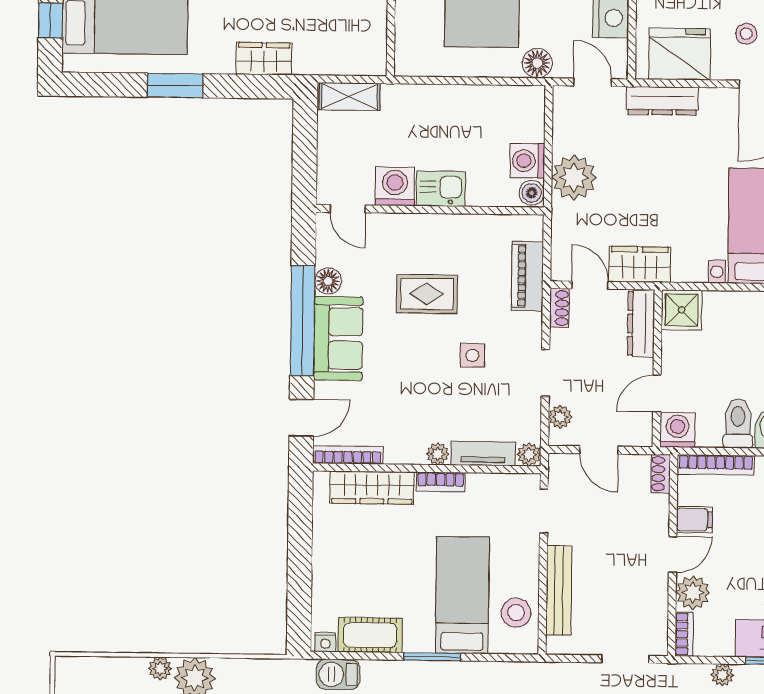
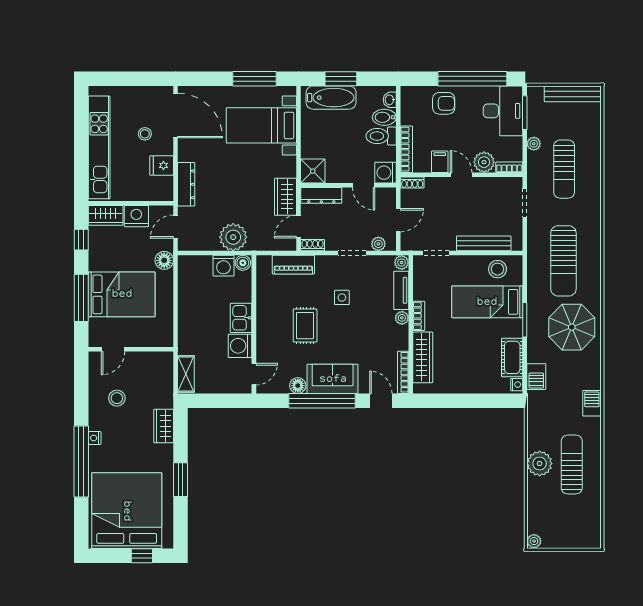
fridge: (680, 54) -> (162, 165), width x0.53, depth x0.75
plant: (160, 669) -> (534, 541), moved

